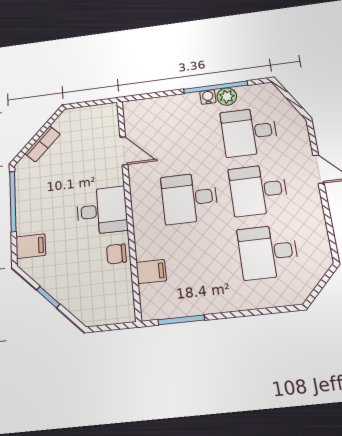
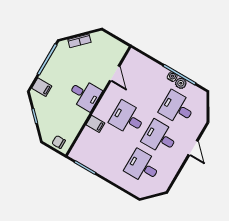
chair: (116, 254) -> (59, 142), moved
filing cabinet: (151, 272) -> (95, 124), moved

